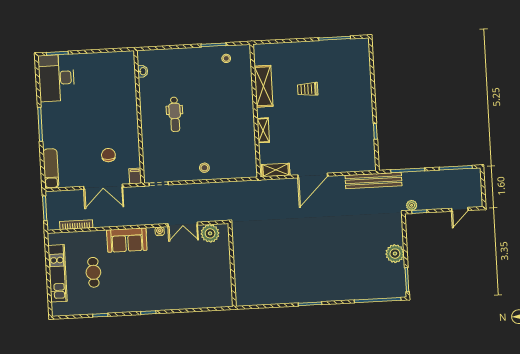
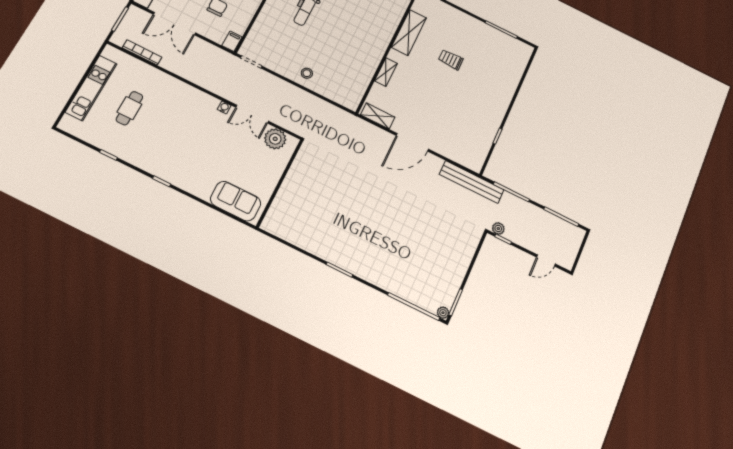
double door: (103, 187) -> (175, 24), moved
sofa: (127, 240) -> (236, 201), moved, turned 180
plant: (395, 254) -> (443, 313), moved, width x0.53, depth x0.53

